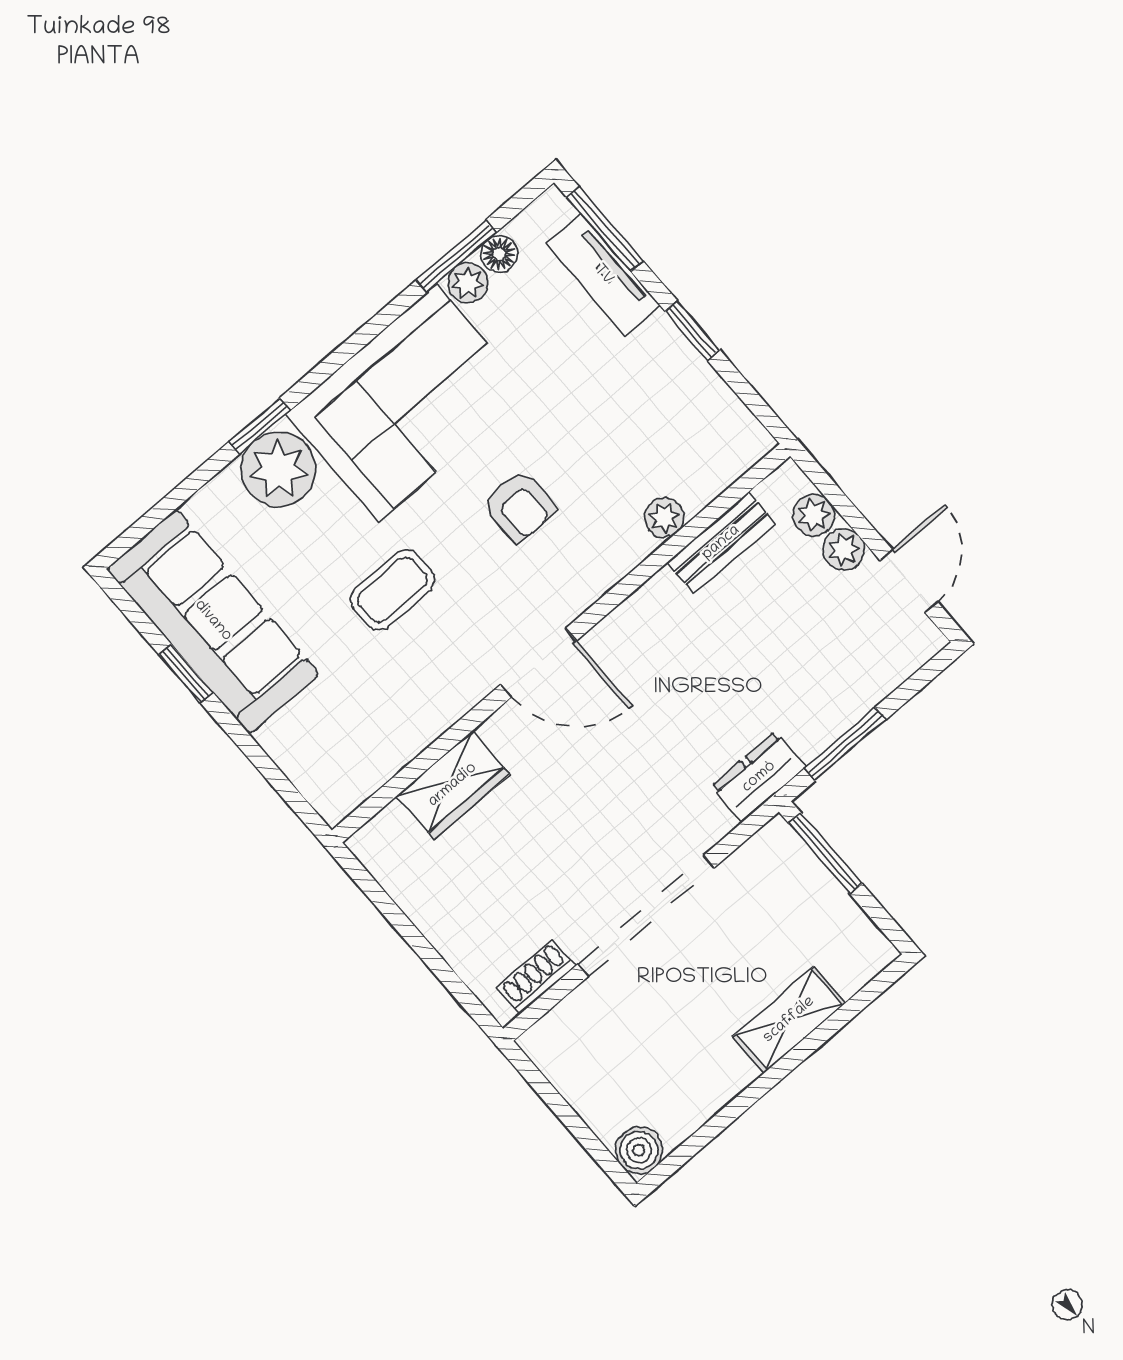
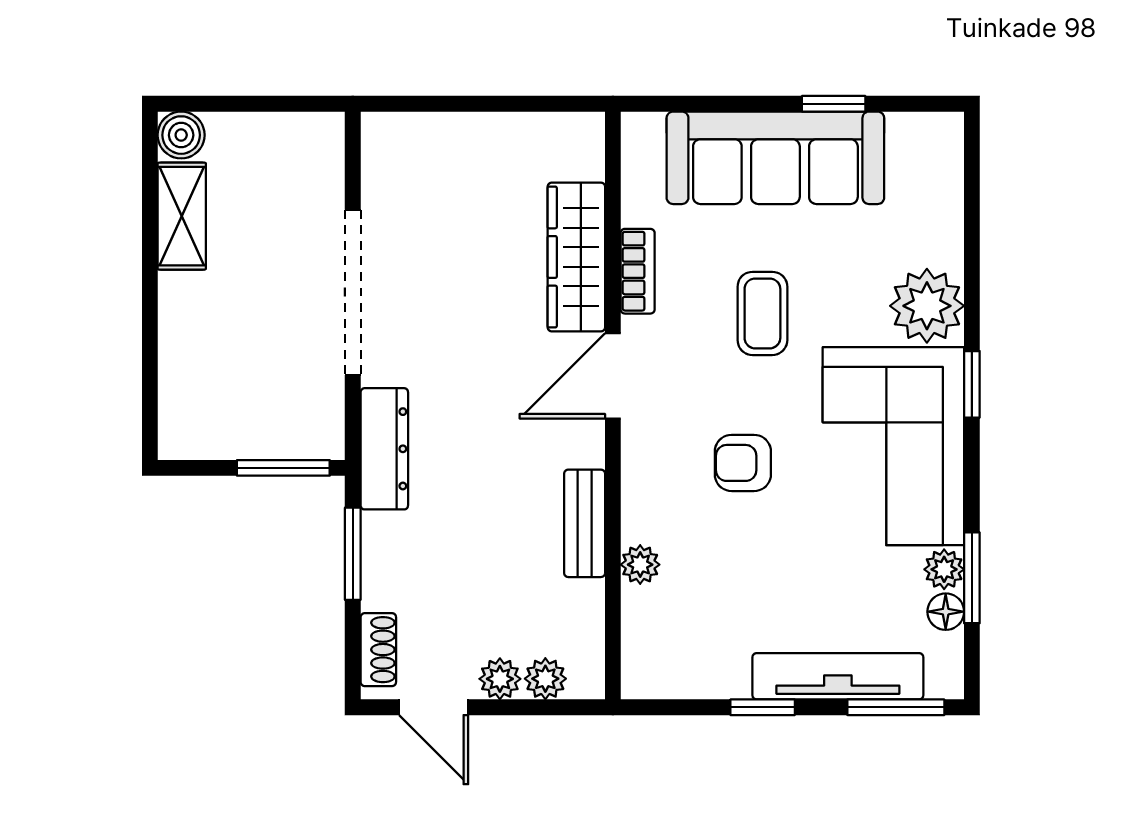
tv unit: (603, 275) -> (838, 676), width x1.41
window: (260, 426) -> (972, 384), moved
bench: (721, 543) -> (585, 523), moved
sofa: (213, 621) -> (775, 158), moved
bookcase: (442, 713) -> (638, 271), added
dresser: (759, 777) -> (384, 449), width x1.44
wardrobe: (453, 785) -> (576, 257), width x1.50
shoe rack: (536, 977) -> (378, 650), moved
shelving: (789, 1020) -> (182, 216), moved

